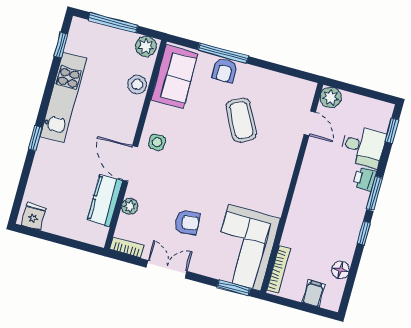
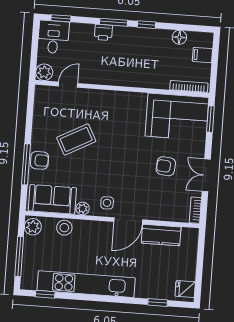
kitchen unit: (63, 97) -> (86, 284), width x1.36
window: (35, 138) -> (158, 303), moved
desk: (363, 146) -> (53, 37), moved
plant: (130, 206) -> (83, 208), moved
armchair: (187, 222) -> (166, 166), turned -80

